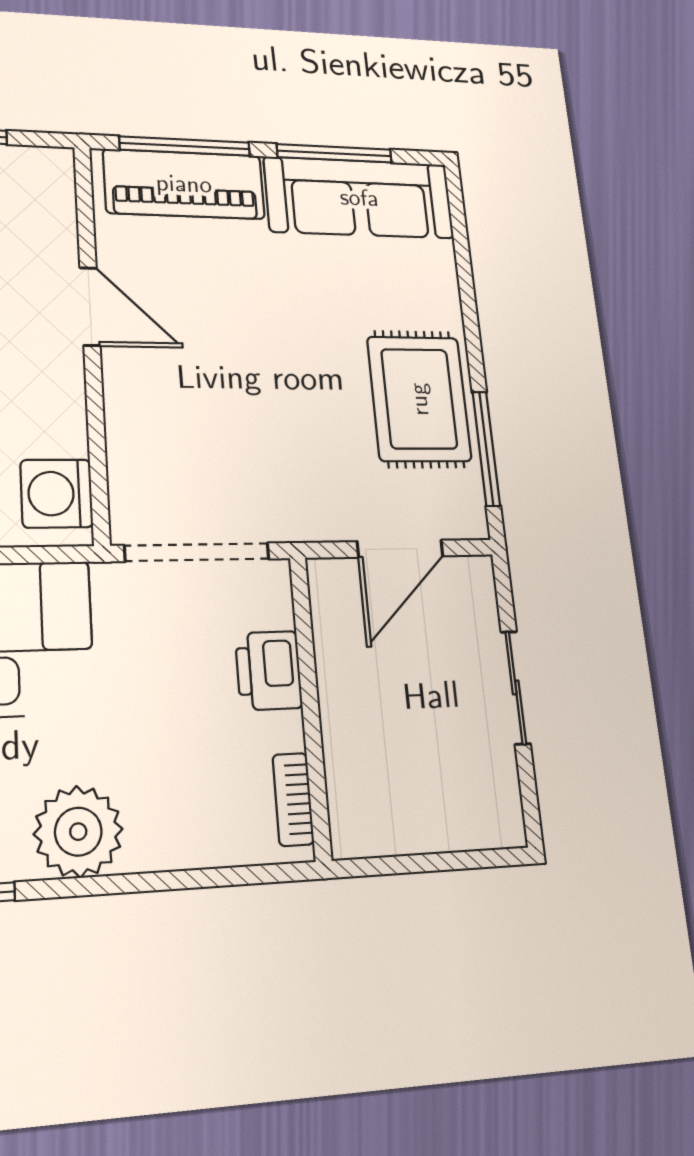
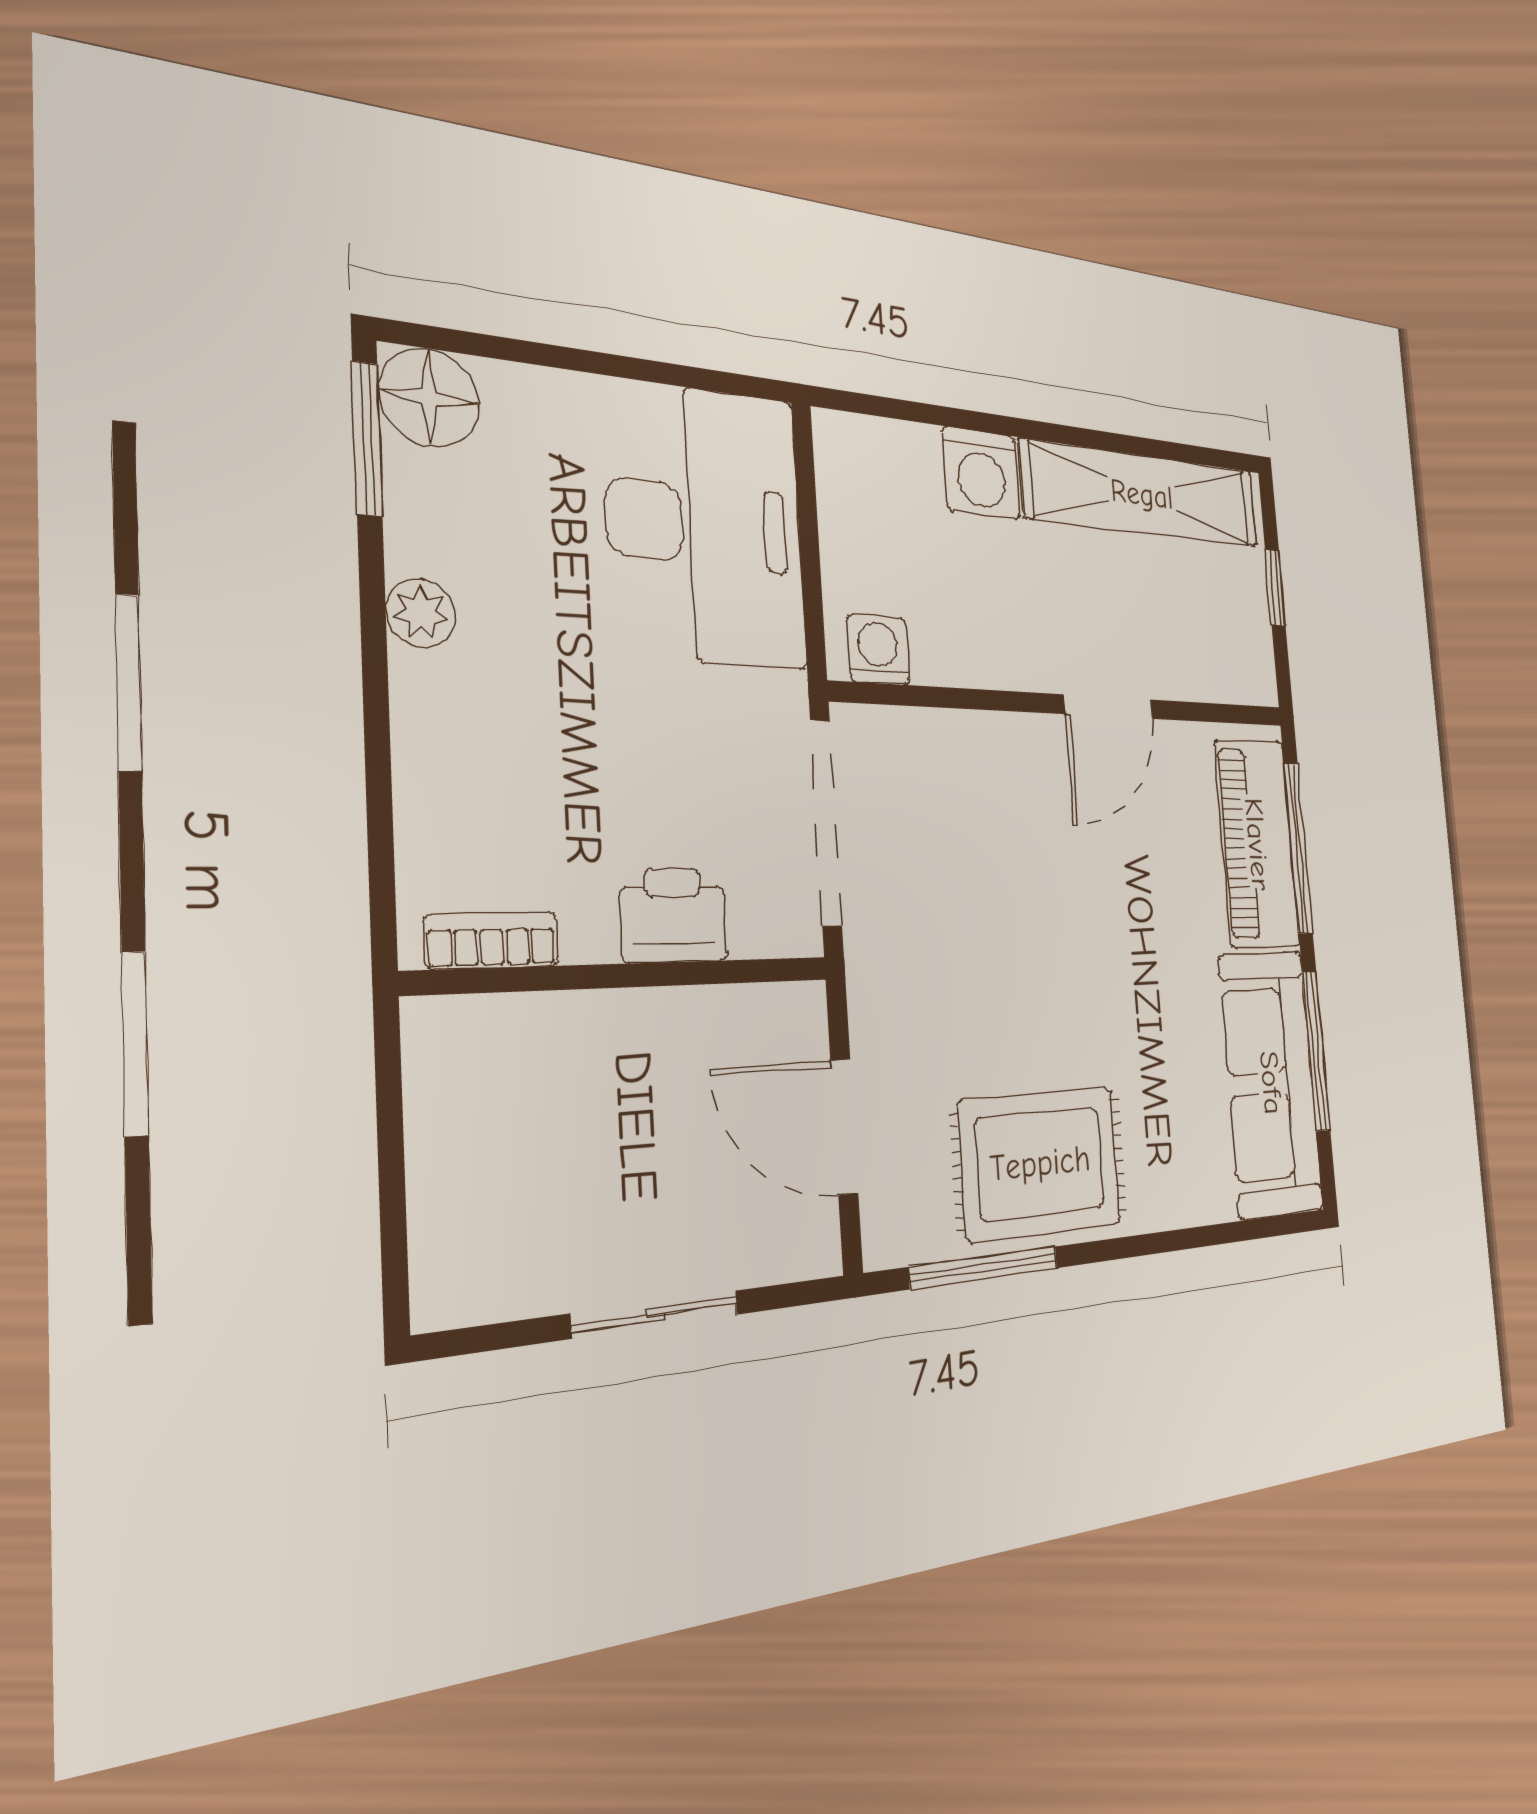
washing machine: (57, 494) -> (878, 650), width x0.73, depth x0.73
plant: (78, 832) -> (421, 613), width x0.53, depth x0.53

